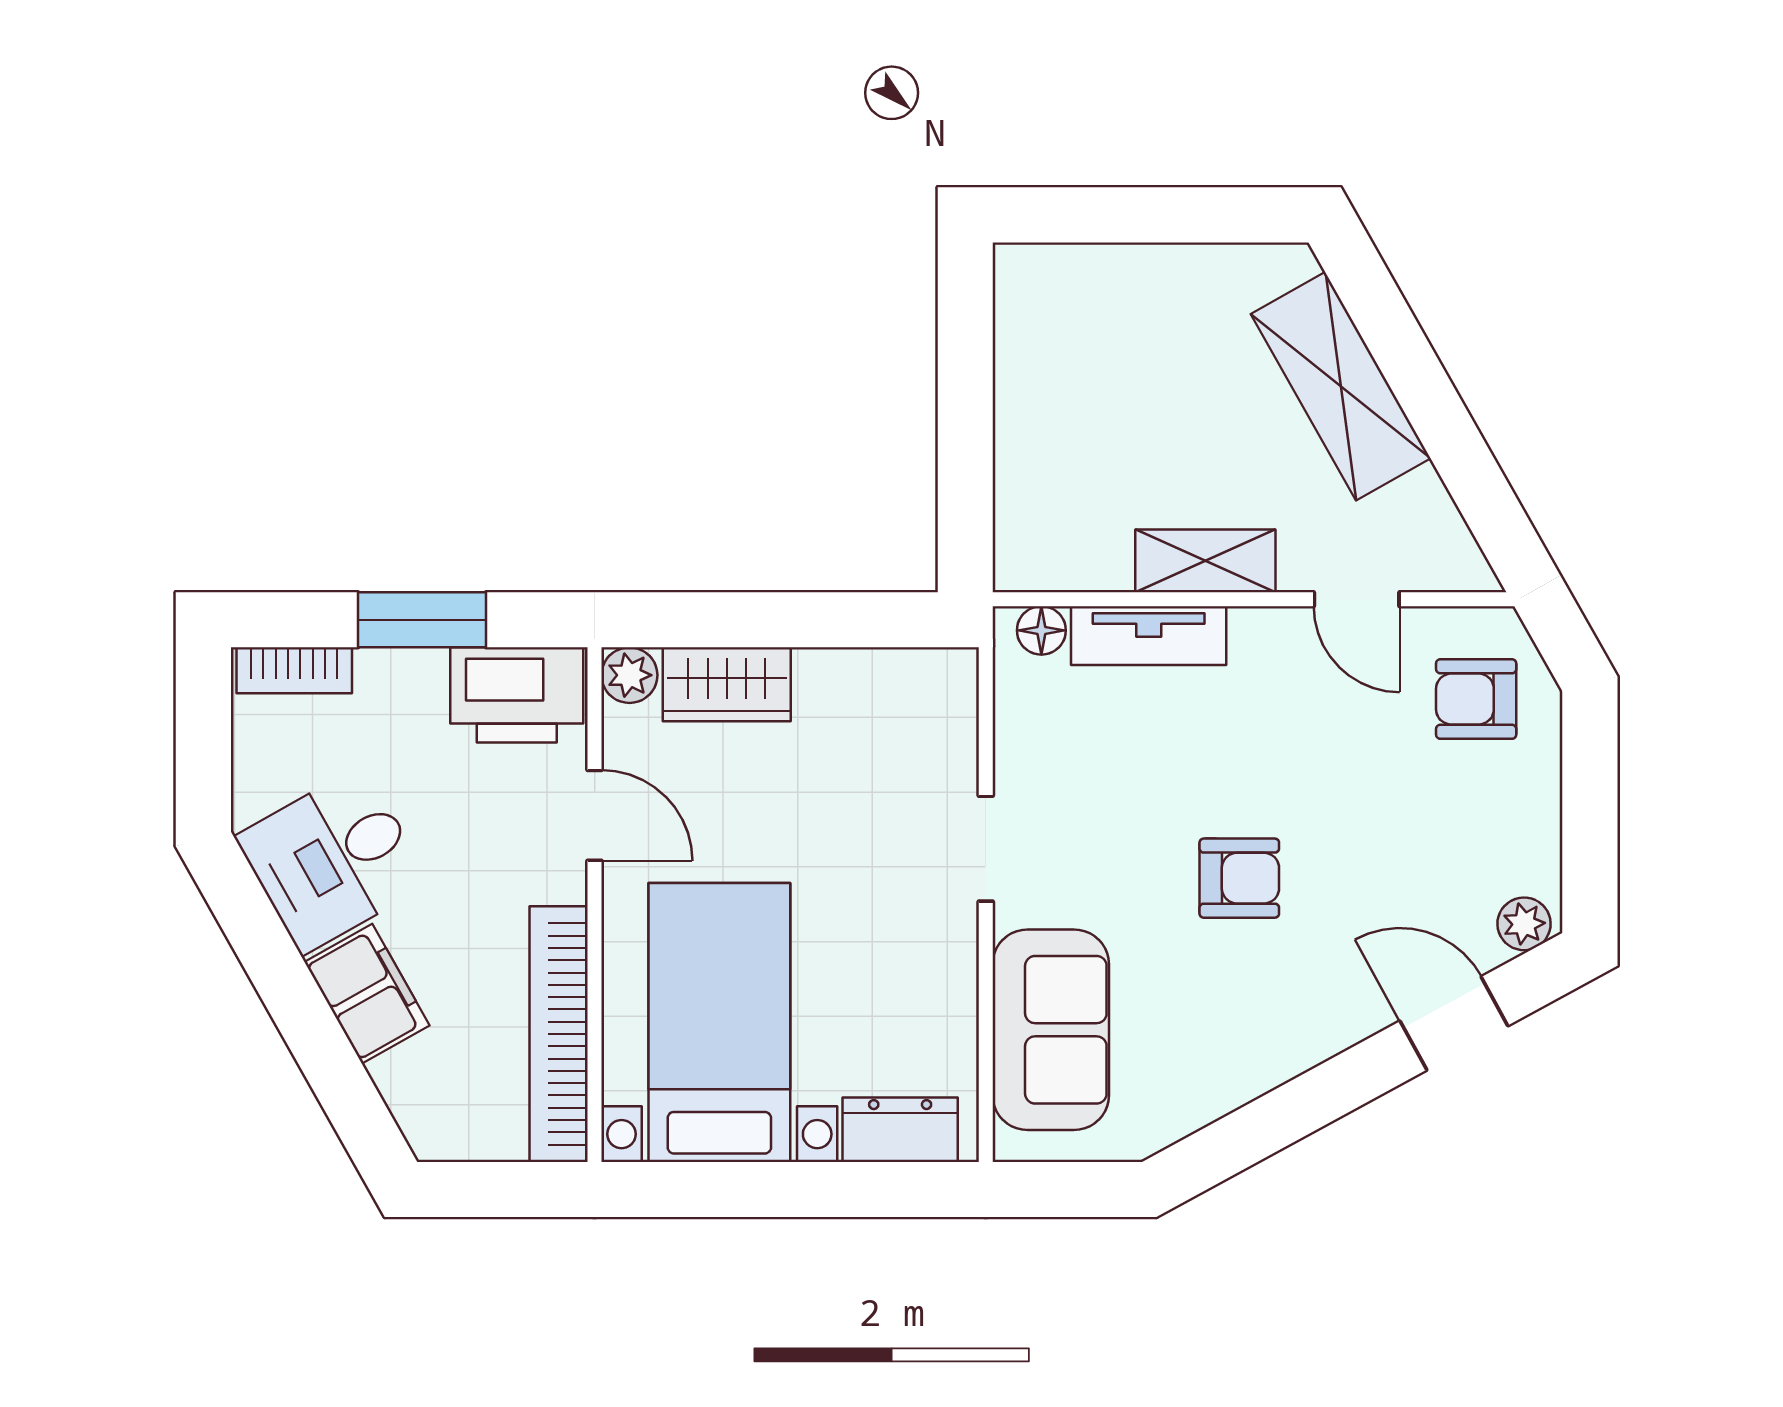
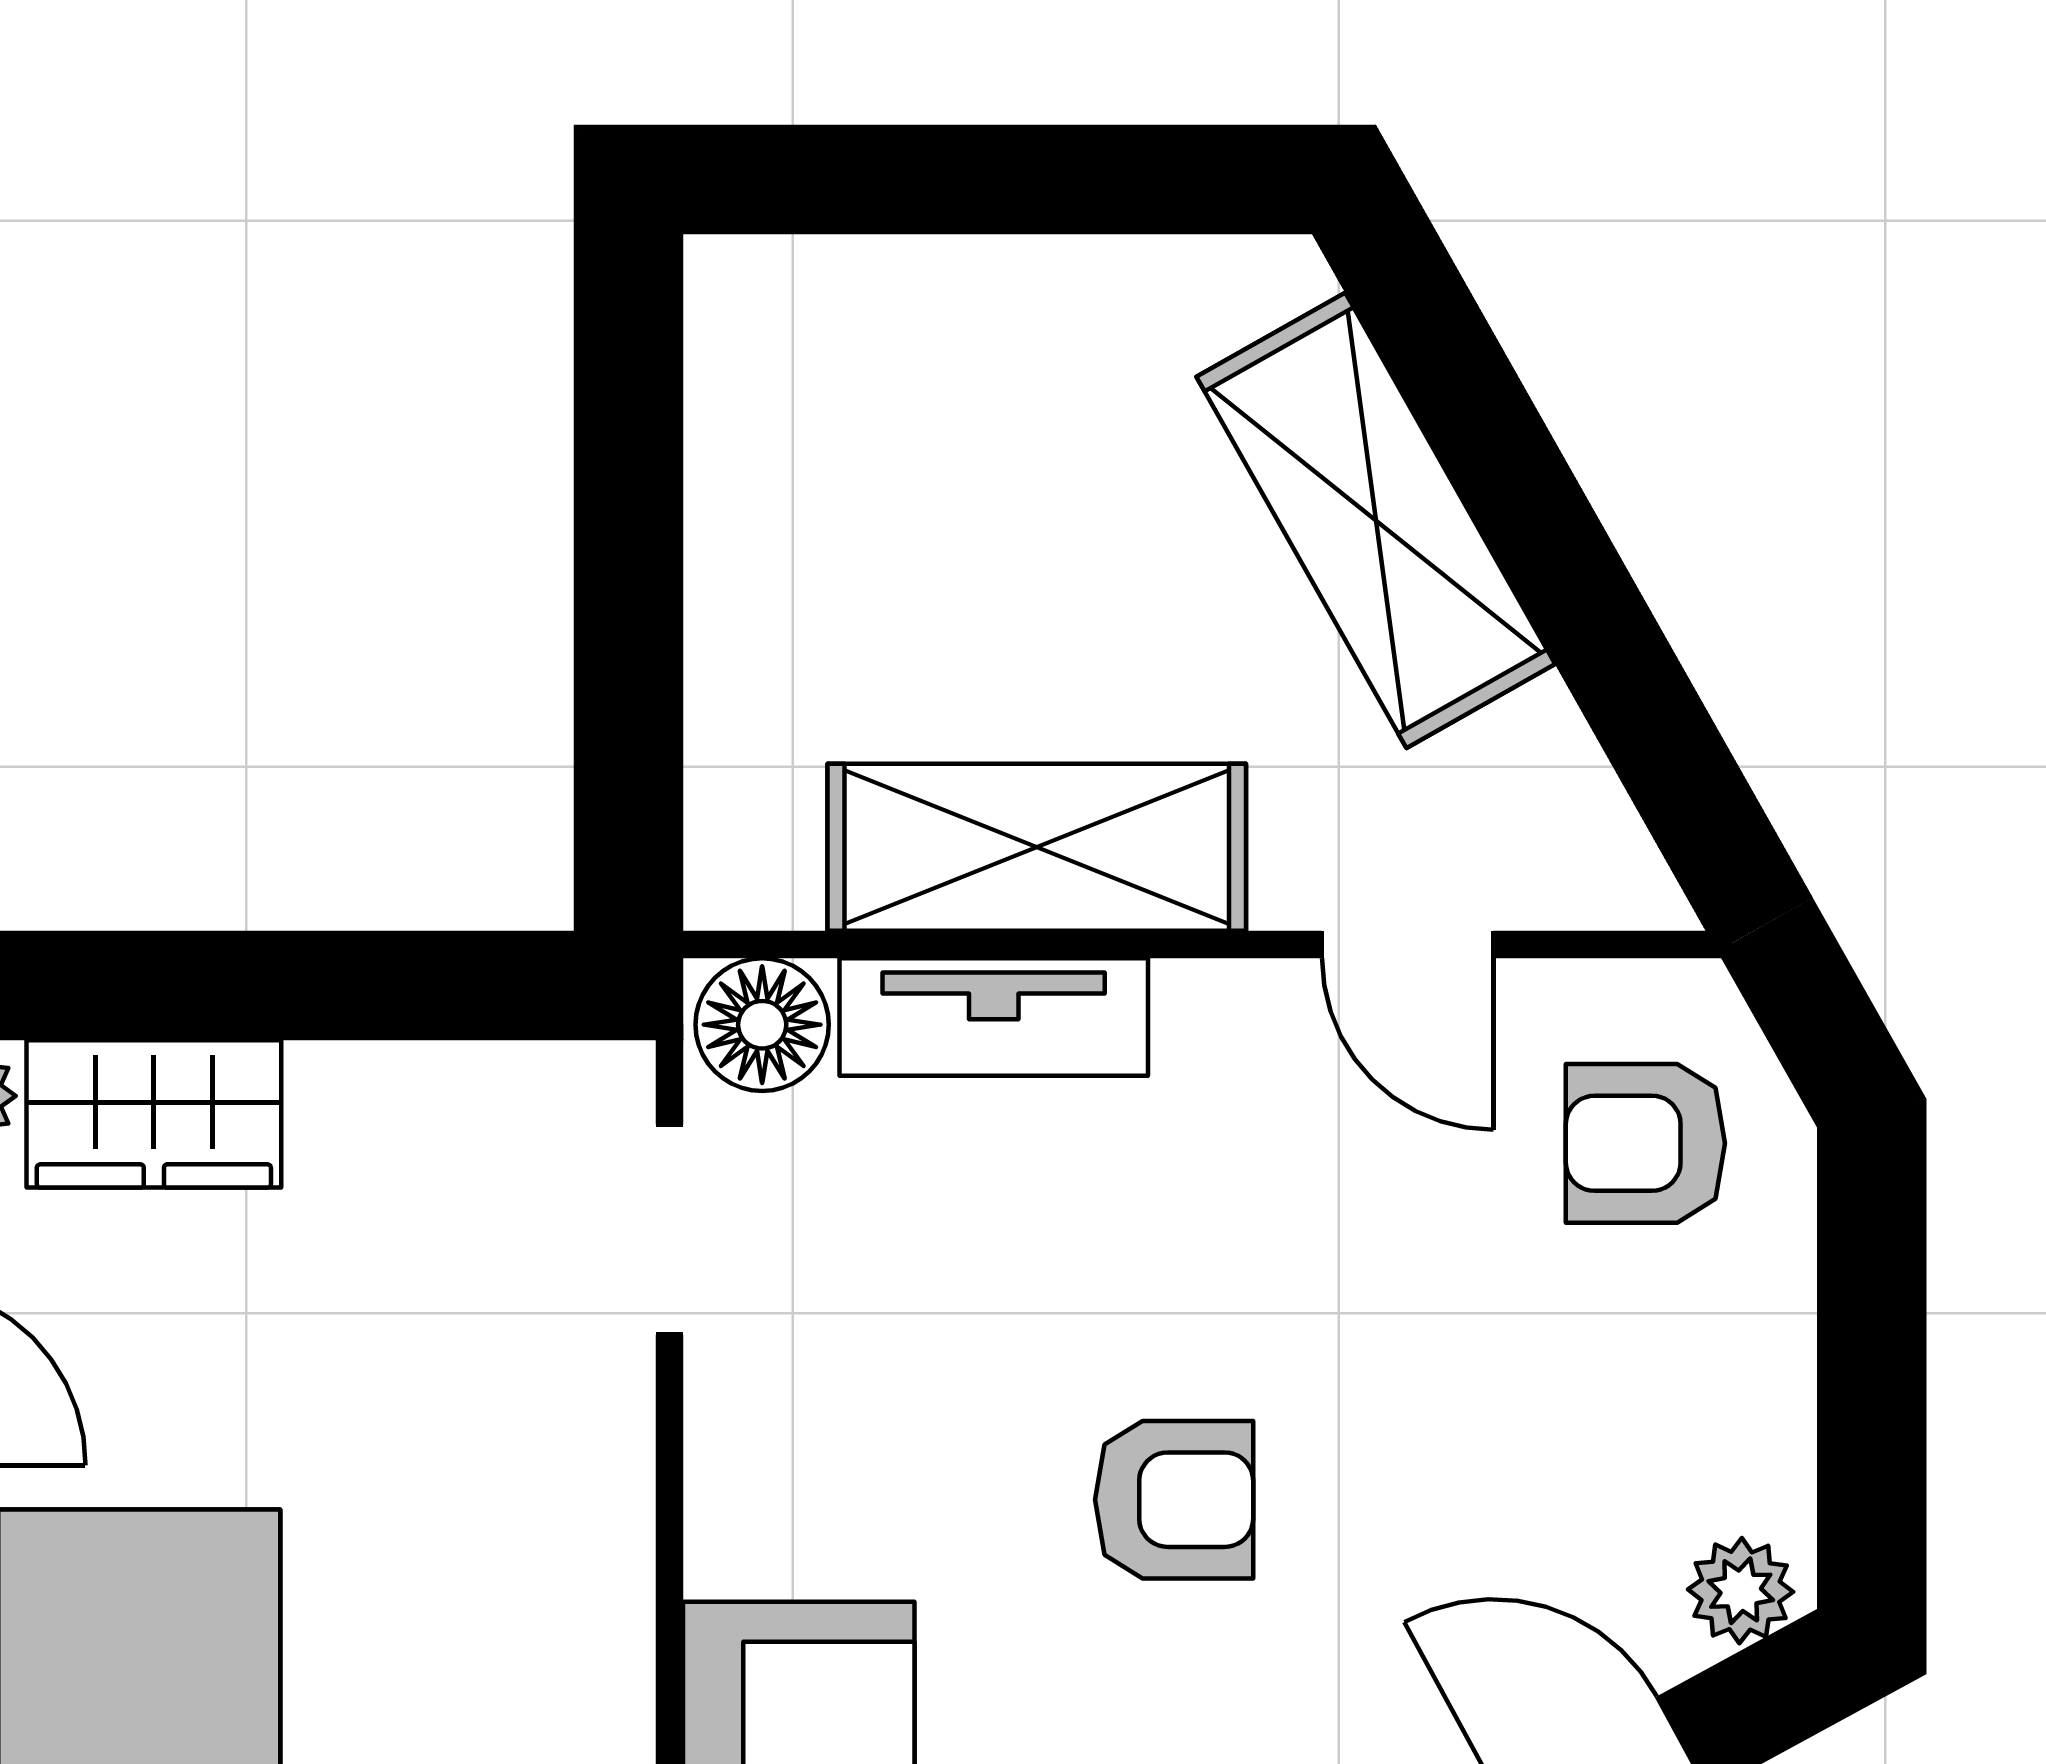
shelving: (1205, 561) -> (1037, 847), width x1.50, depth x1.33
floor lamp: (1041, 630) -> (762, 1025), width x1.37, depth x1.37
doorway: (986, 849) -> (670, 1230), moved

